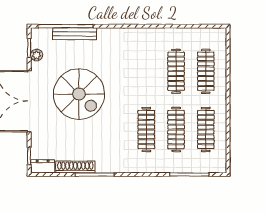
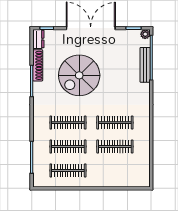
plant: (37, 55) -> (145, 34), moved
clothes rail: (206, 71) -> (115, 123), moved
spiral stairs: (79, 94) -> (79, 75), moved

